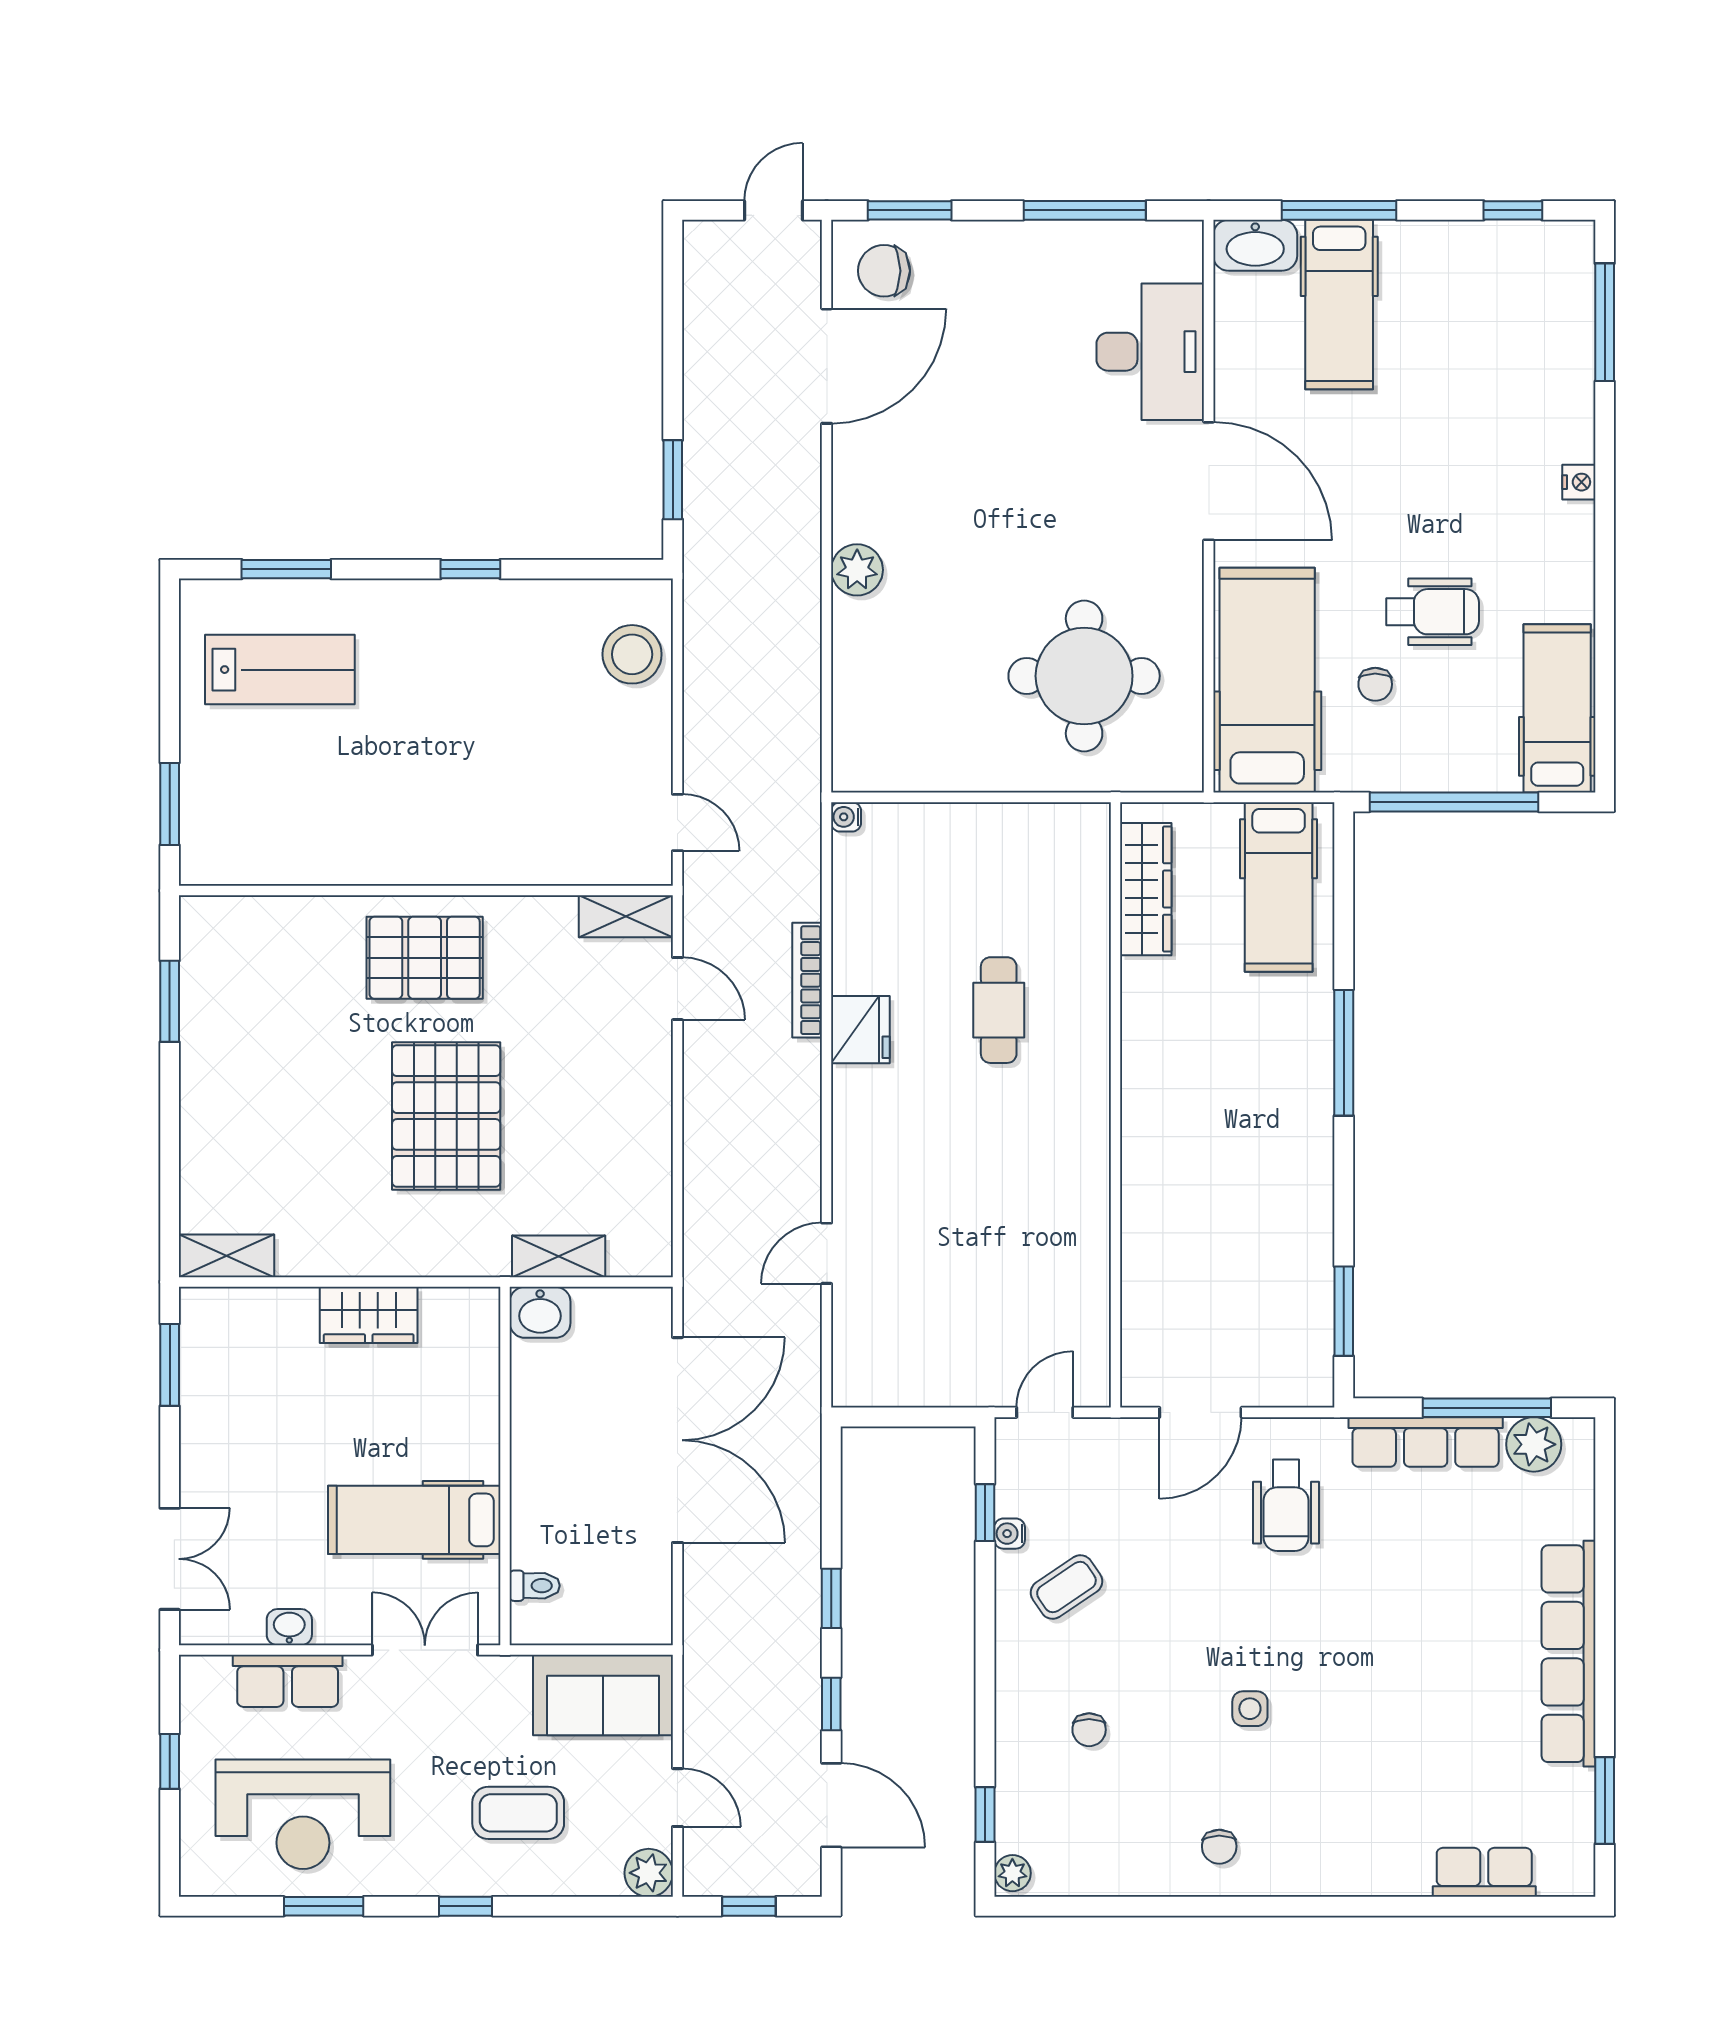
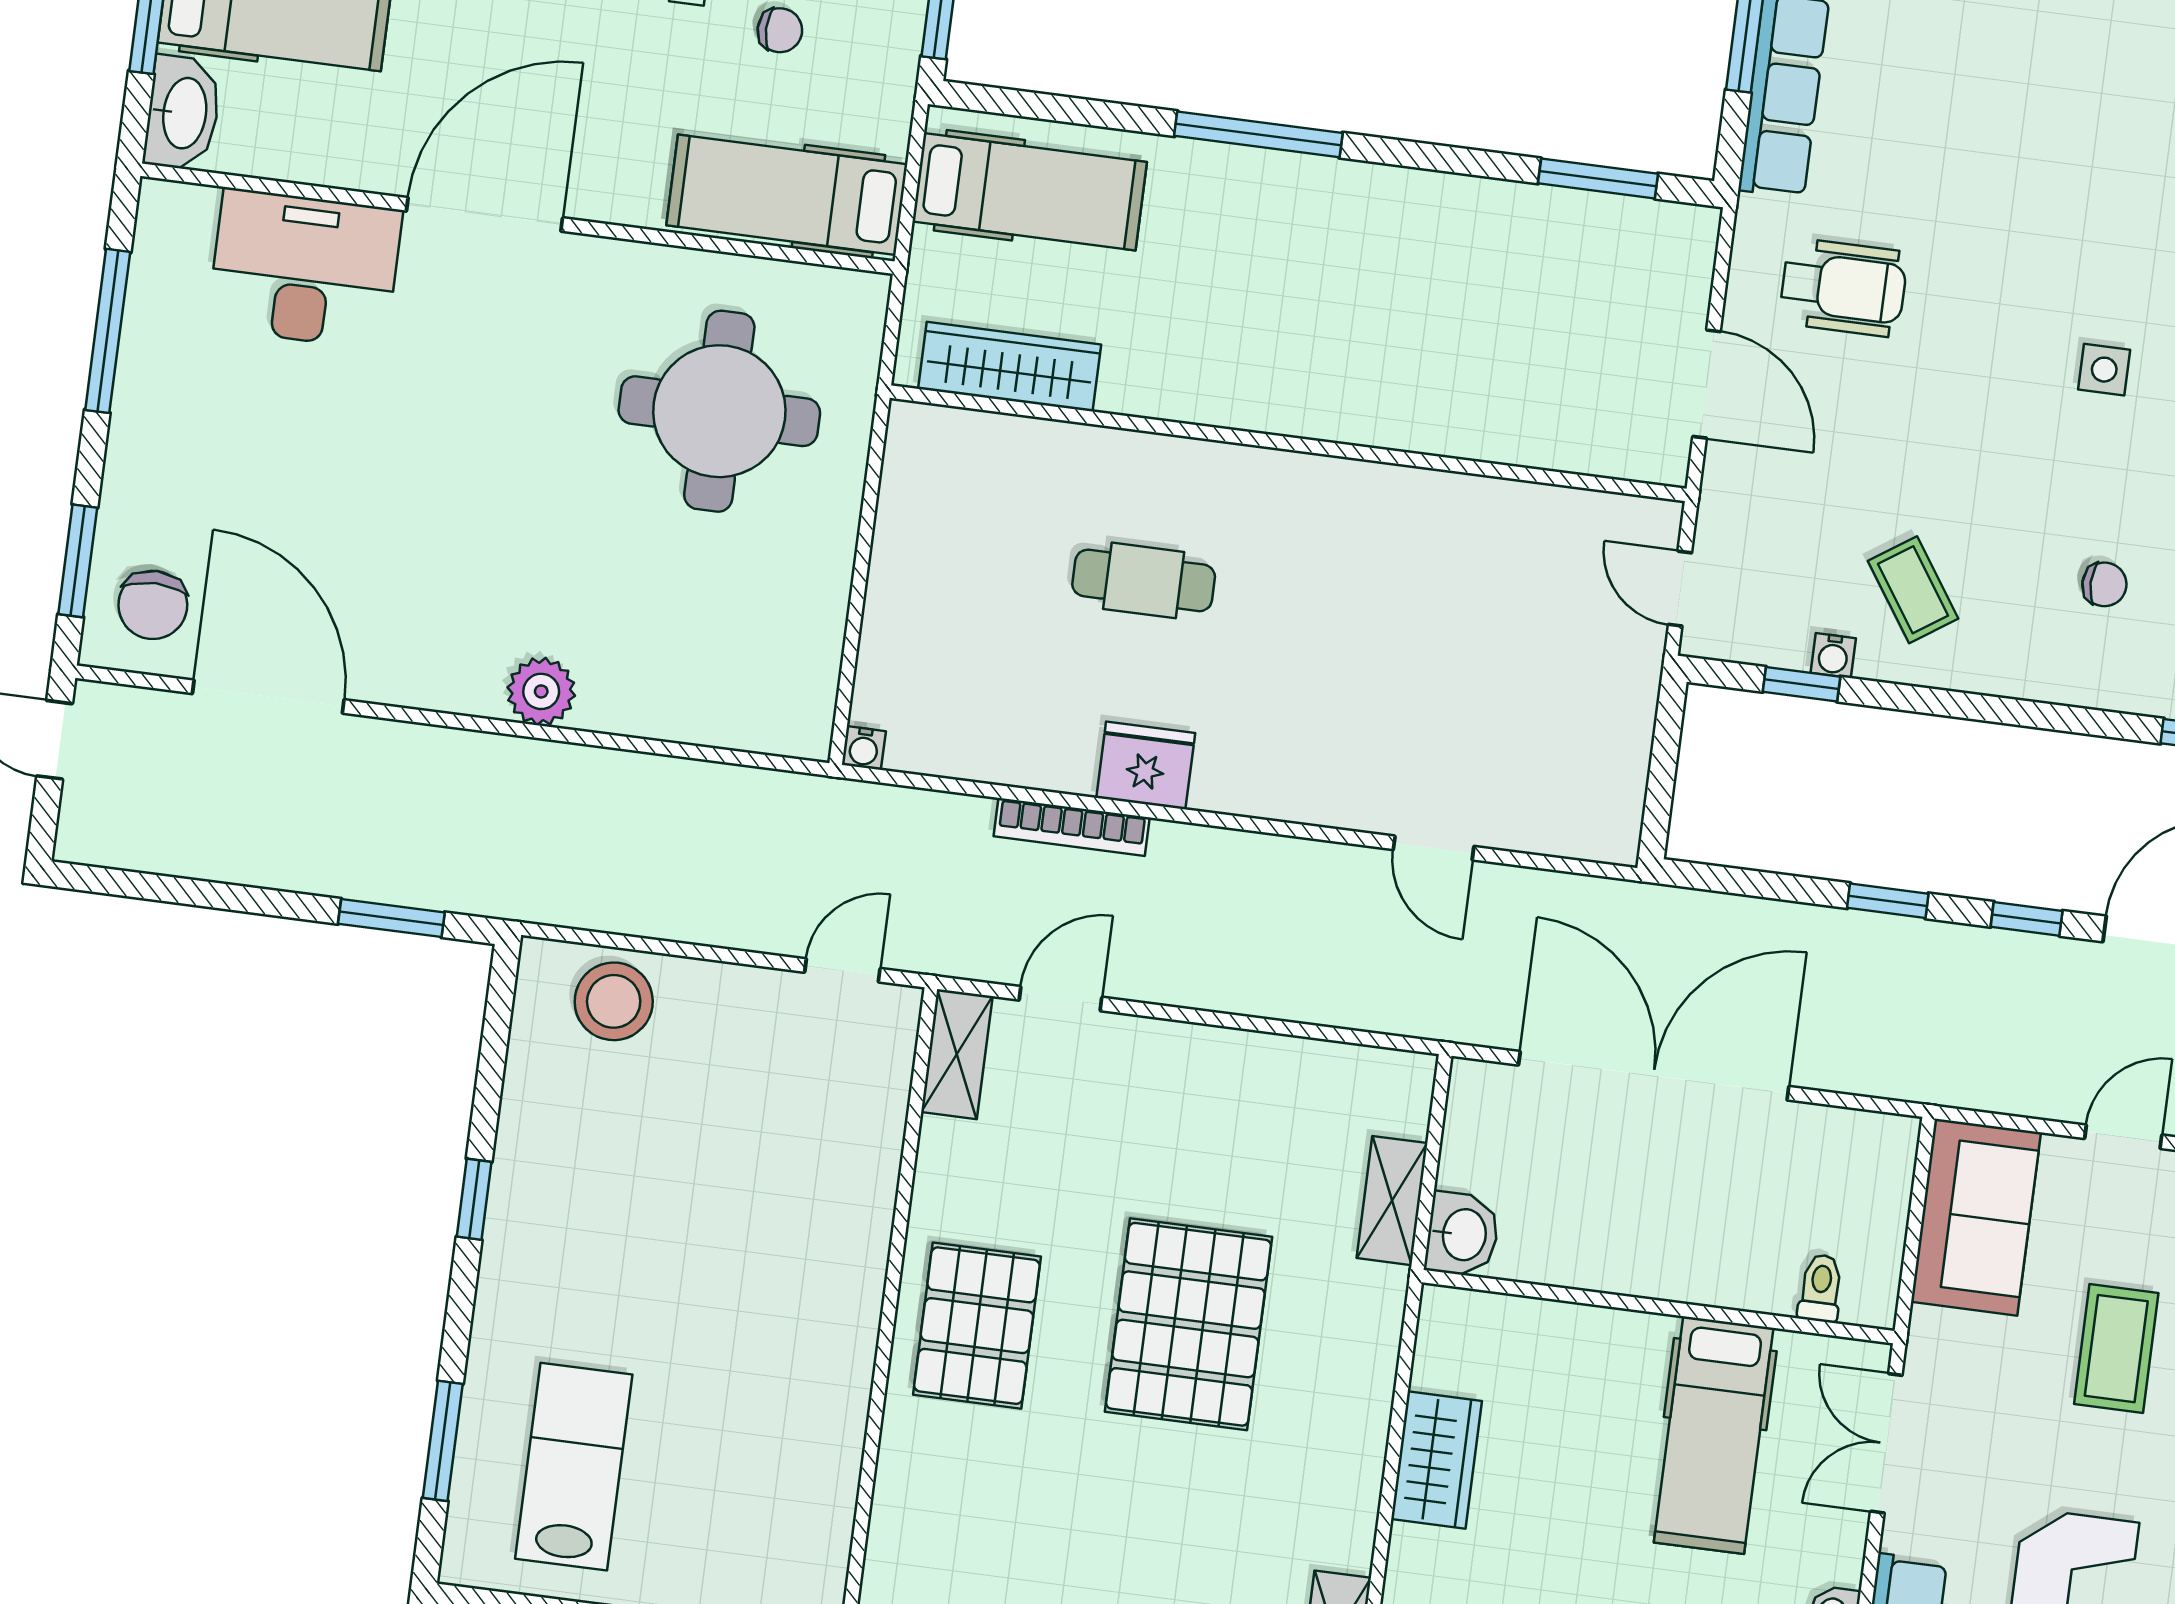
hospital bed: (1267, 680) -> (787, 195), width x0.73, depth x0.78
pallet: (446, 1116) -> (1189, 1324), turned 90

